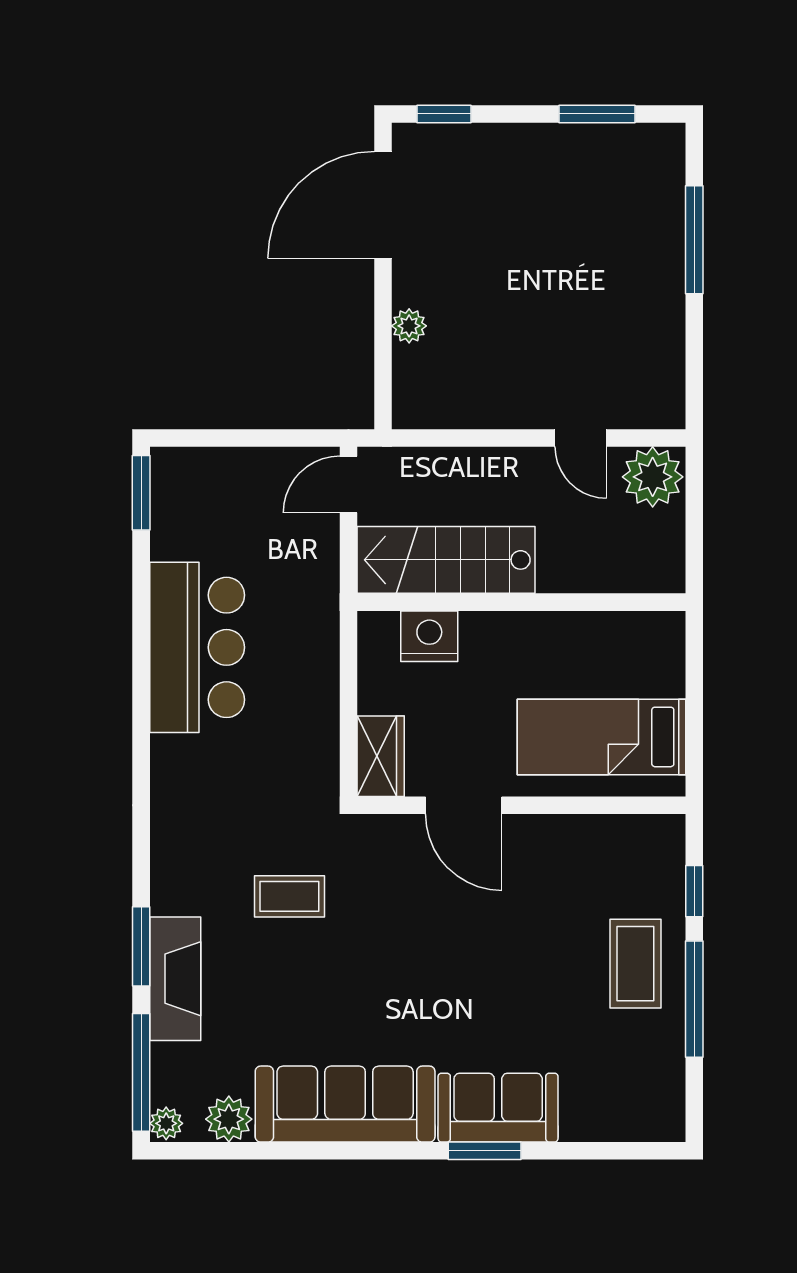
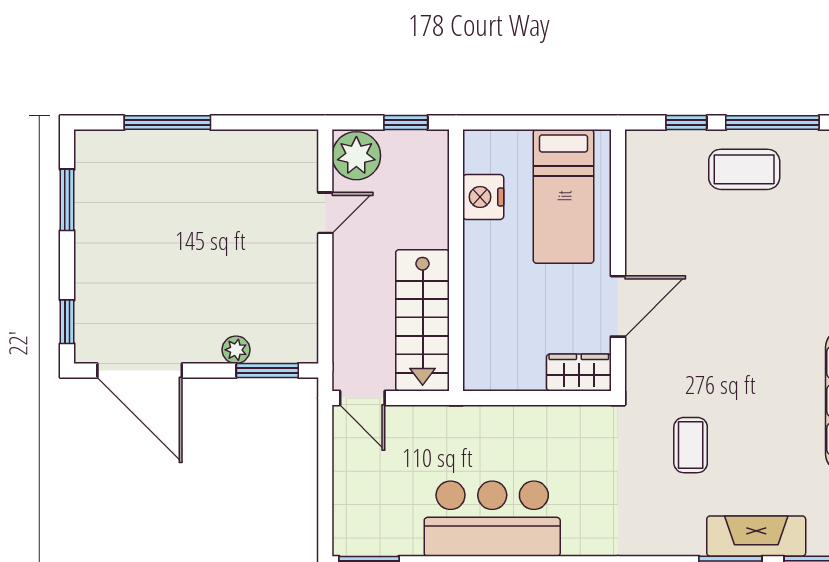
window: (383, 365) -> (267, 370), added
window: (694, 539) -> (406, 123), added
nightstand: (429, 636) -> (483, 197), moved

